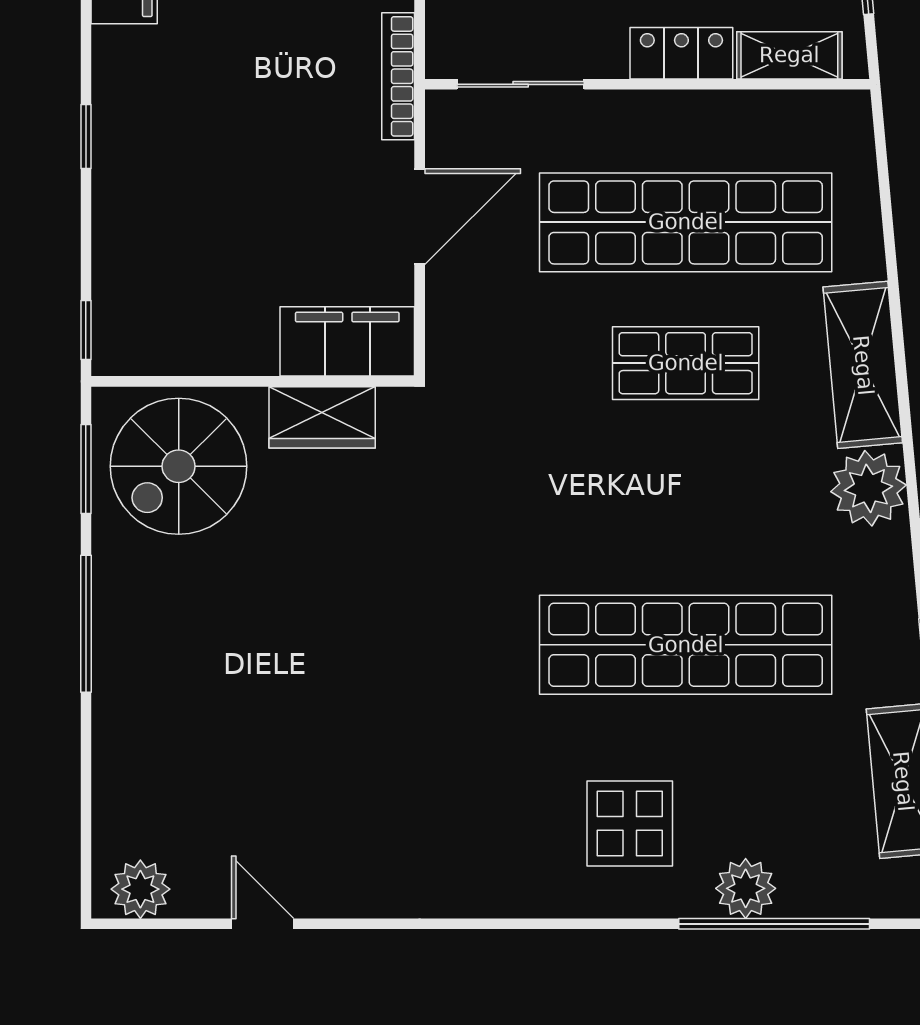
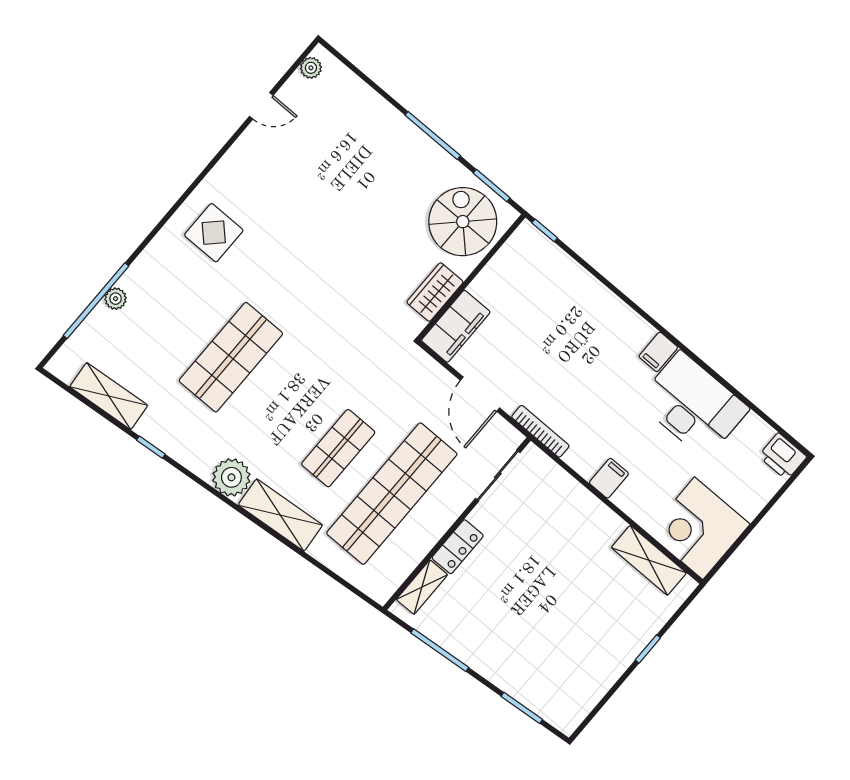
window: (86, 137) -> (618, 293), removed
shop shelf: (686, 645) -> (231, 357), width x0.71
display table: (630, 823) -> (214, 233), moved
plant: (746, 888) -> (116, 299), width x0.73, depth x0.73
plant: (140, 889) -> (311, 68), width x0.73, depth x0.73

